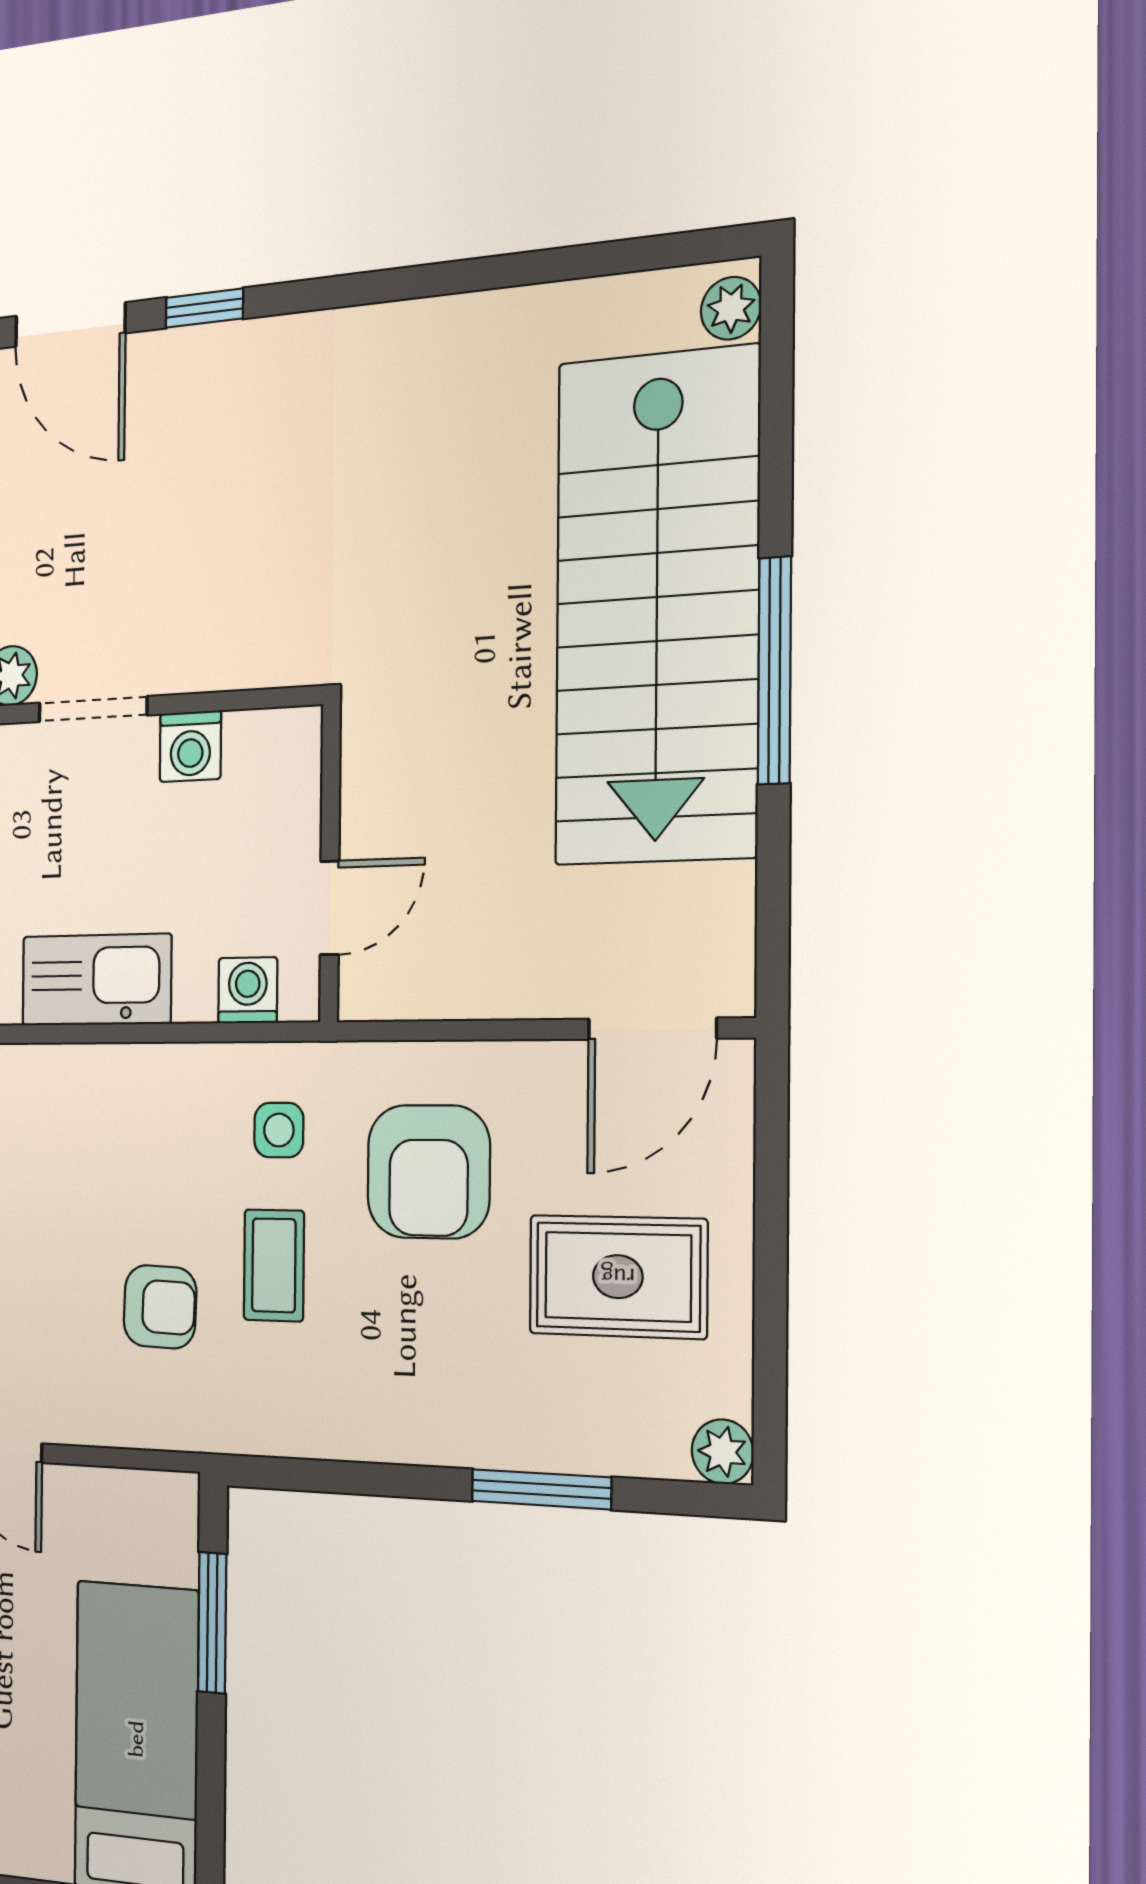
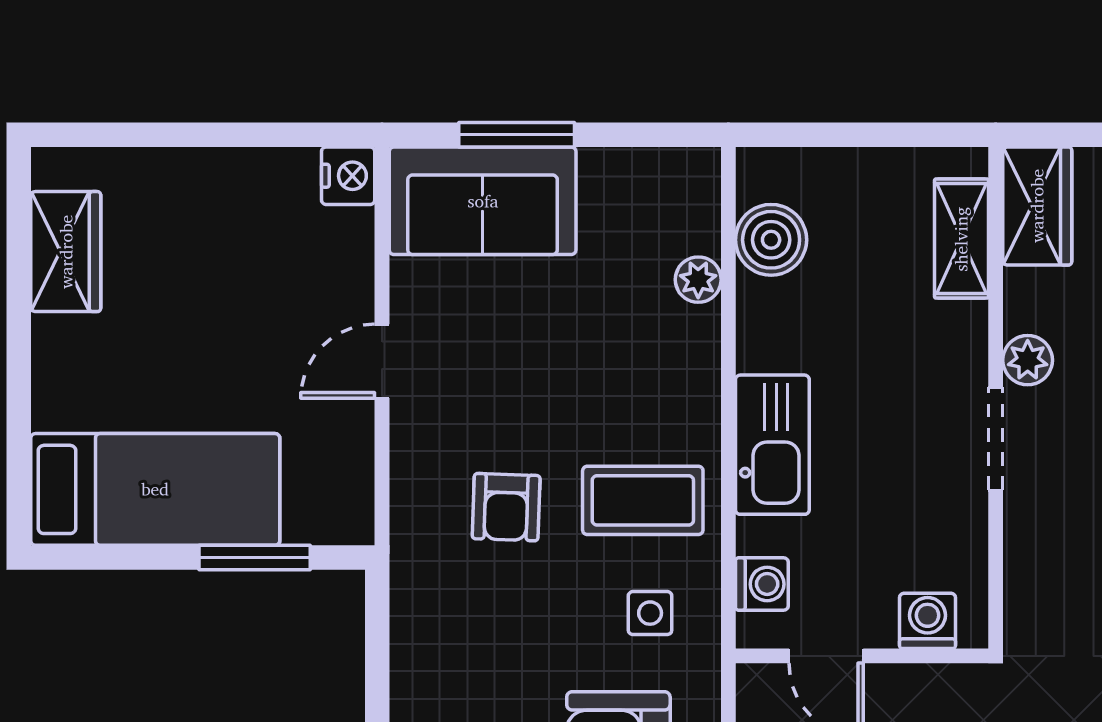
washing machine: (190, 746) -> (928, 621), moved, turned 90
coffee table: (274, 1265) -> (643, 500), moved, width x1.36, depth x1.30

